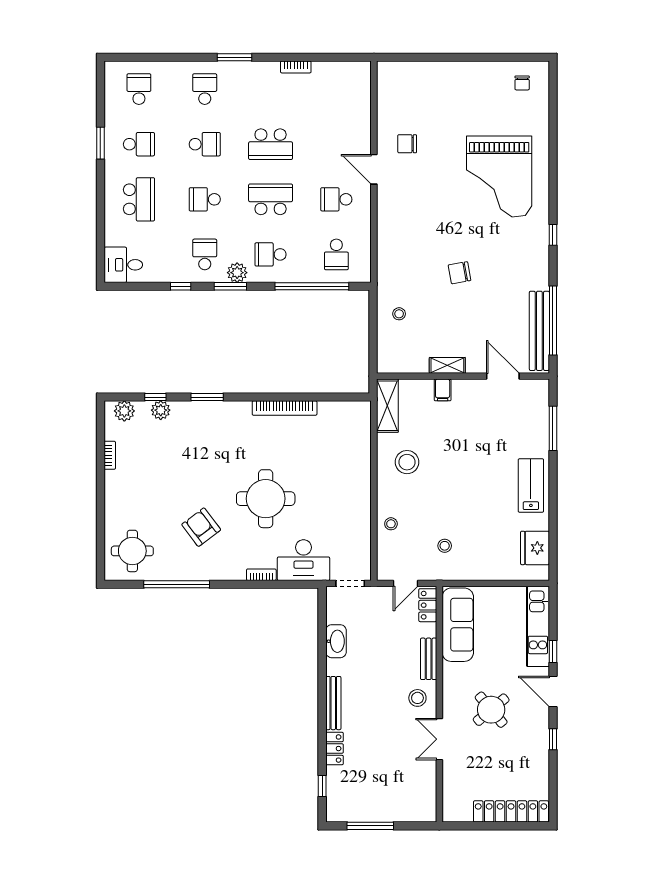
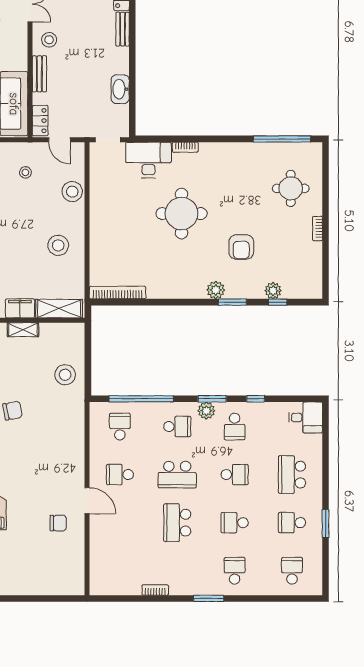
school desk: (139, 89) -> (292, 571), turned 180
school desk: (205, 89) -> (235, 571), turned 180
school desk: (271, 144) -> (177, 523), turned -90
school desk: (336, 199) -> (120, 475), turned 180
stool: (399, 314) -> (65, 375), width x1.89, depth x1.89
filing cabinet: (443, 390) -> (20, 308), width x2.00
shelving: (387, 406) -> (59, 309), moved, turned 90
bookcase: (285, 408) -> (118, 293), moved
plant: (124, 411) -> (216, 290), moved
bookcase: (110, 455) -> (317, 229), moved
stool: (391, 524) -> (72, 192), width x1.89, depth x1.89
armchair: (201, 527) -> (241, 247), moved, turned 37
round table: (132, 551) -> (291, 188), moved
door: (406, 583) -> (59, 140), swing flipped
window: (177, 584) -> (282, 139), moved
bench: (333, 703) -> (123, 29), width x0.73

